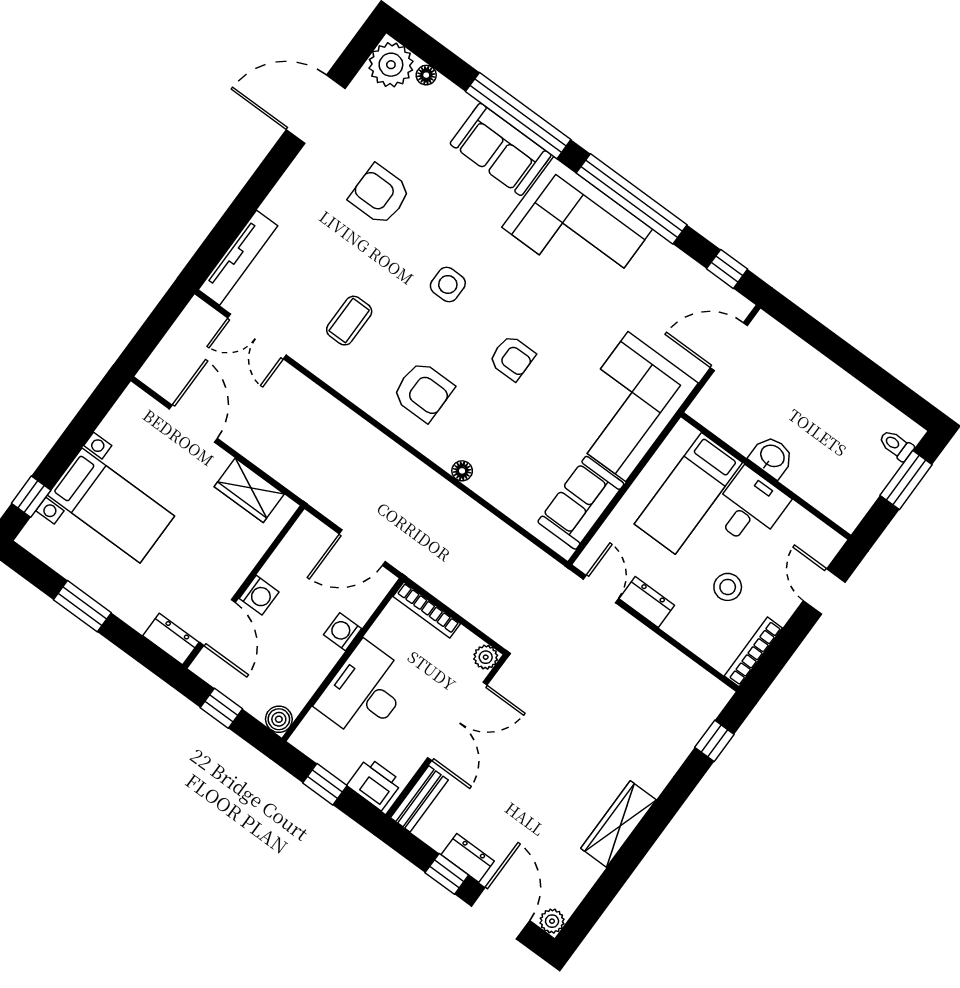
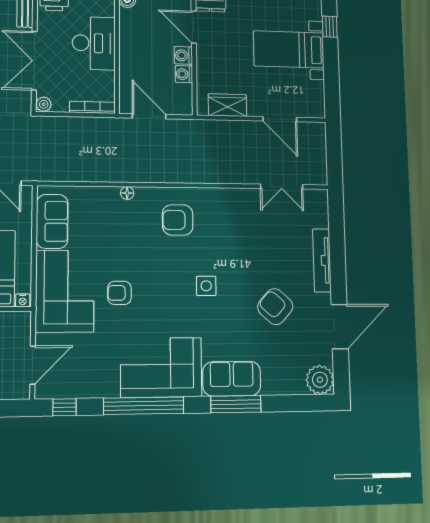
floor lamp: (426, 75) -> (298, 388), removed
window: (518, 116) -> (236, 404), width x0.68
armchair: (380, 195) -> (275, 307), turned -138
tv unit: (238, 258) -> (322, 260), moved
coffee table: (349, 321) -> (242, 229), removed
double door: (257, 336) -> (282, 187), swing flipped
armchair: (512, 358) -> (119, 293), moved
nightstand: (685, 433) -> (23, 300), added
door: (362, 548) -> (149, 116), hinge flipped
washing machine: (343, 632) -> (184, 74), moved, turned 180

